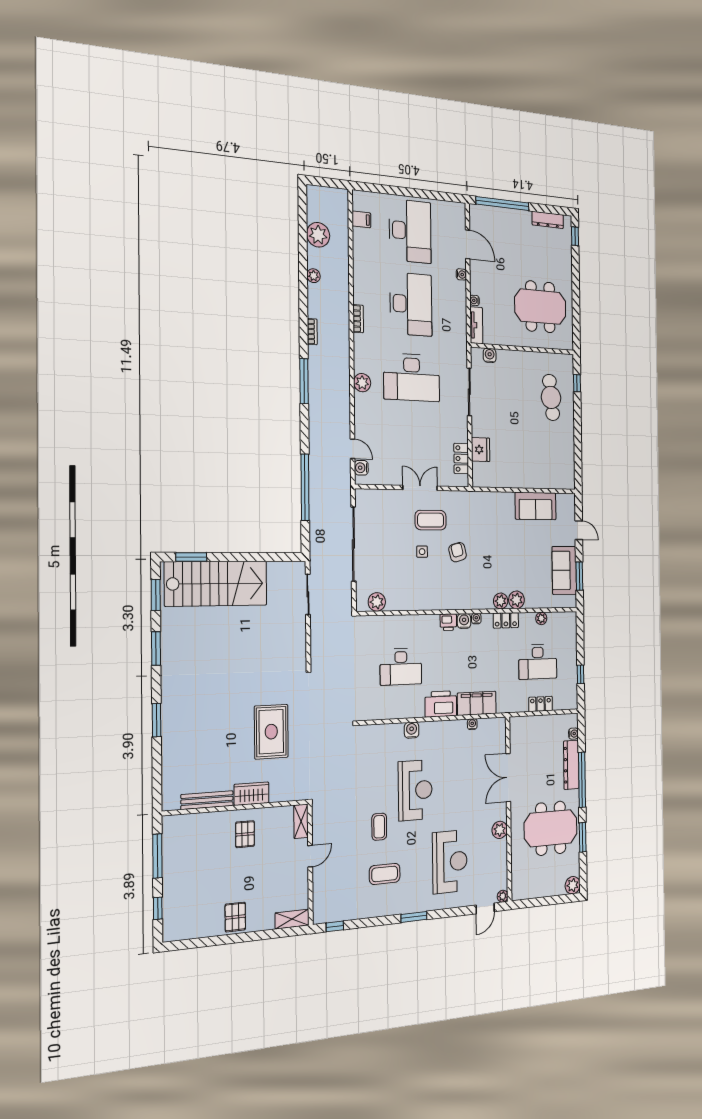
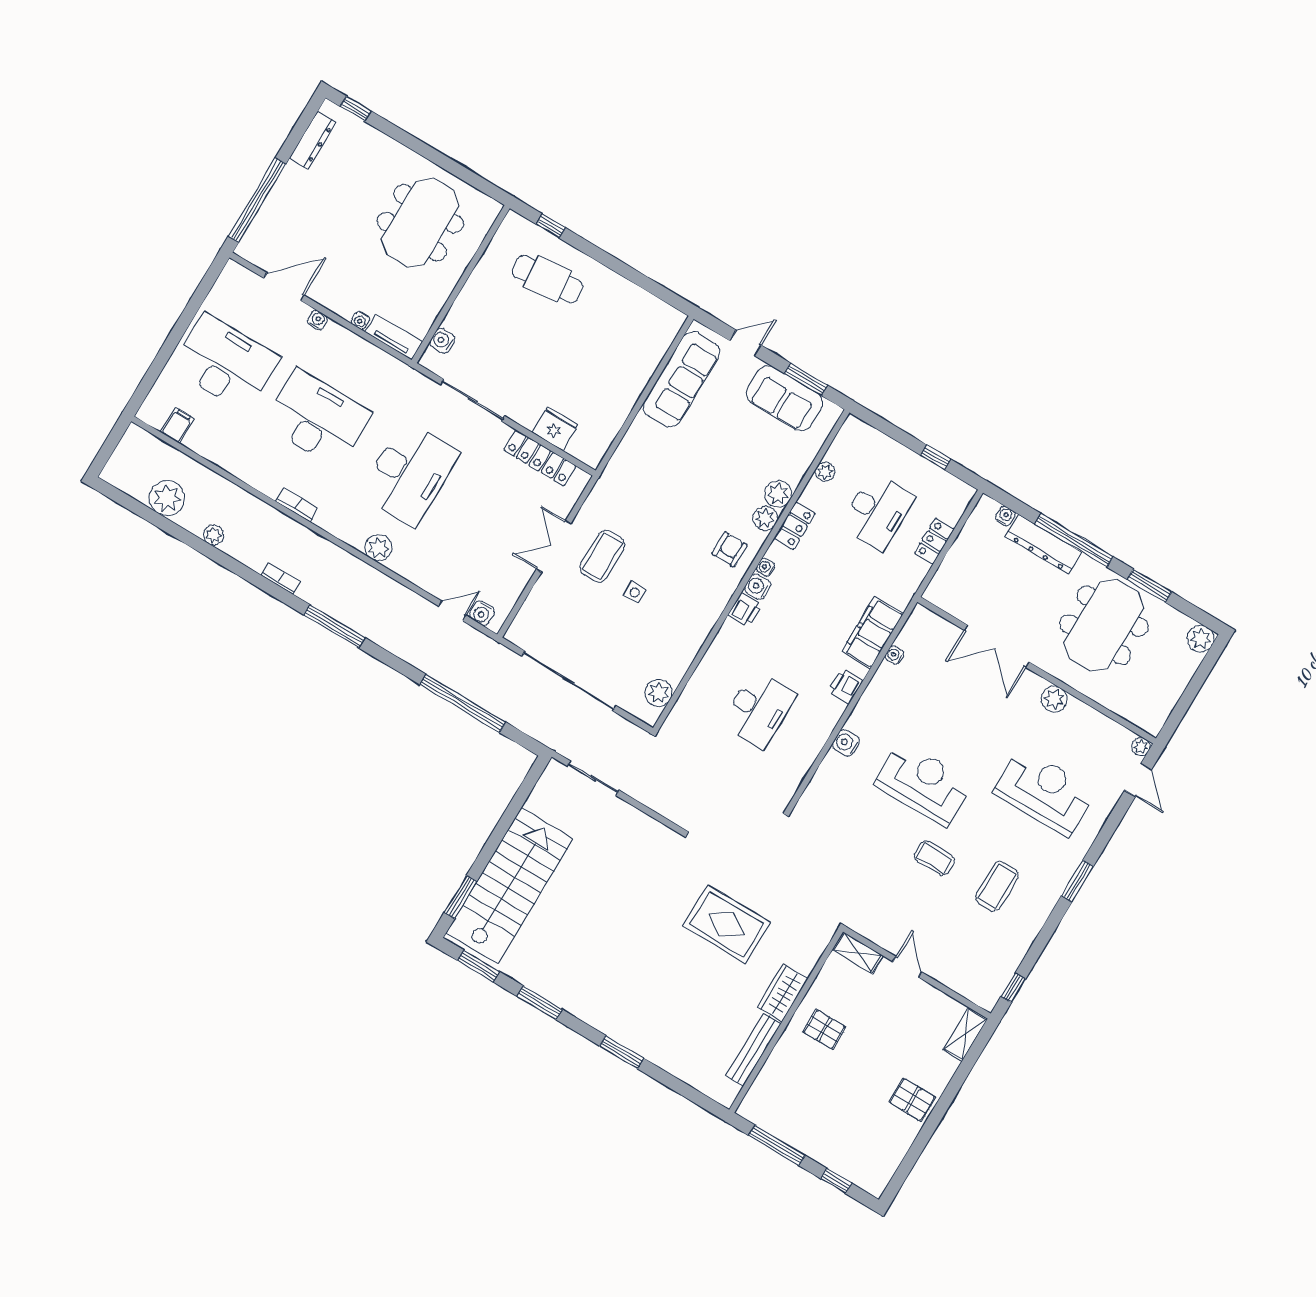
locker: (461, 459) -> (540, 458), width x1.53
sofa: (536, 506) -> (681, 379), width x1.36
armchair: (458, 552) -> (730, 549), moved, turned 105
printer: (441, 704) -> (845, 686), width x0.53, depth x0.68

